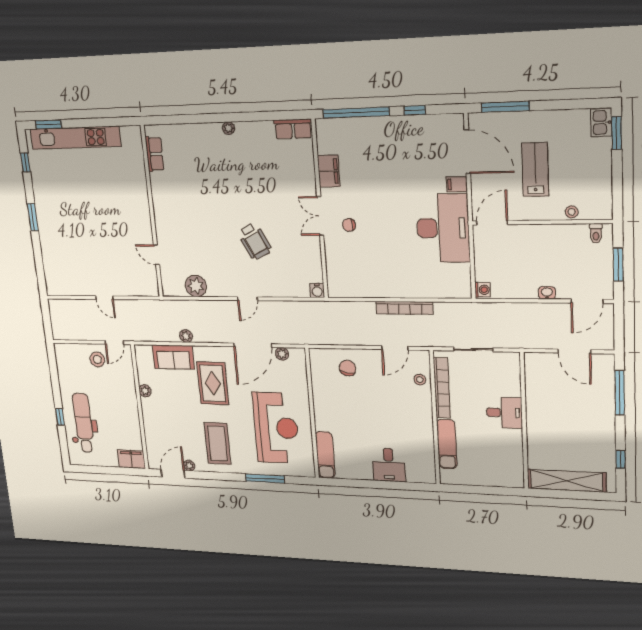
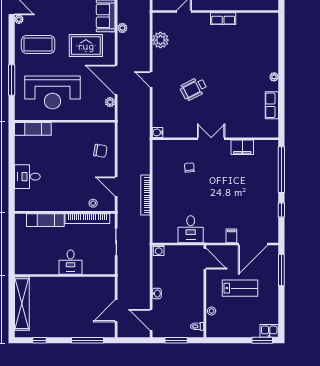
row of seats: (293, 129) -> (272, 105), moved
row of seats: (155, 154) -> (223, 19), moved
chair: (349, 225) -> (189, 167), moved
desk: (443, 228) -> (191, 229), width x0.53, depth x0.77

